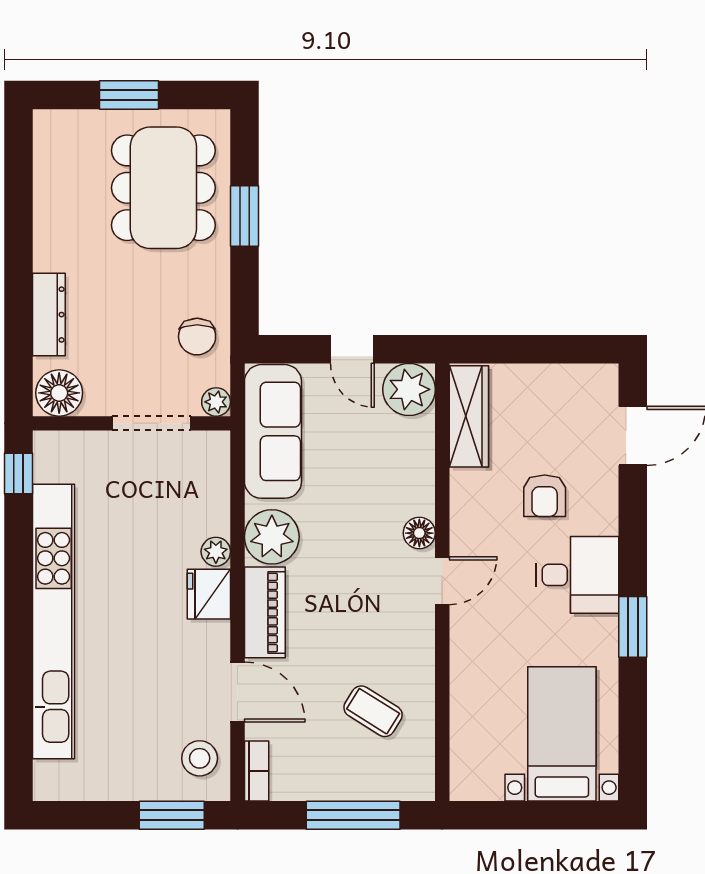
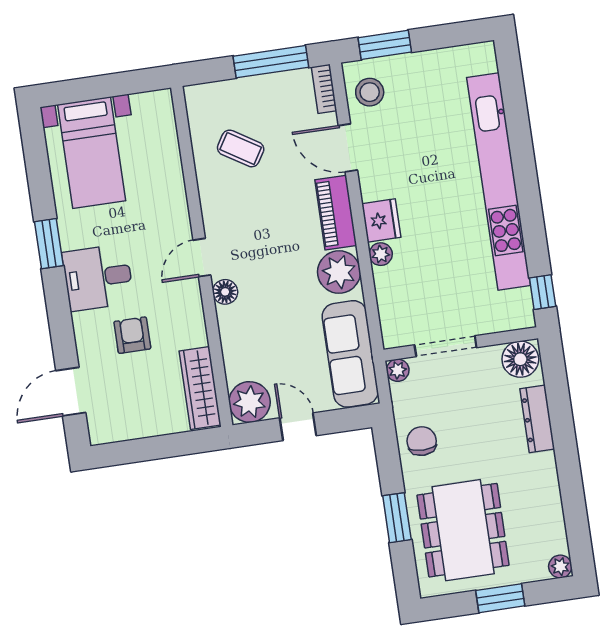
plant: (47, 124) -> (560, 566), added
chair: (197, 337) -> (422, 441), moved
window: (353, 815) -> (271, 62), moved

